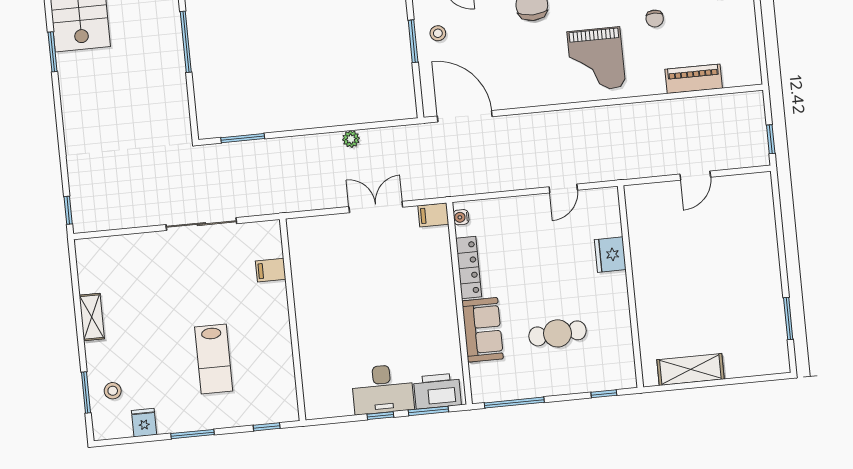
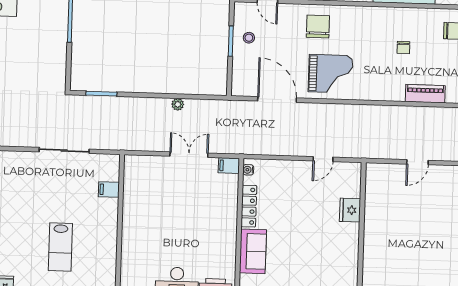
grand piano: (596, 60) -> (330, 74), moved, turned -90
door: (465, 116) -> (277, 99), moved
cafe table: (558, 333) -> (306, 261), removed

